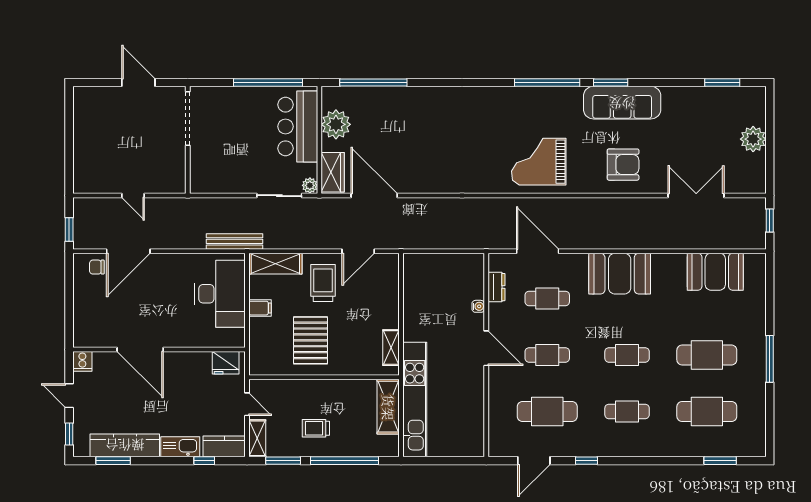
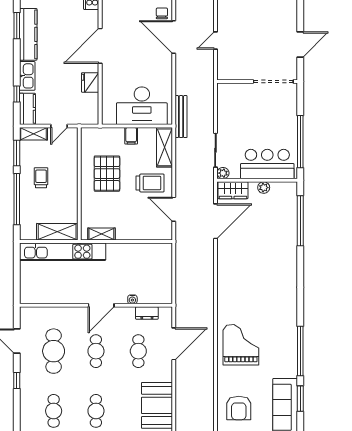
plant: (336, 124) -> (264, 188), width x0.53, depth x0.53
pallet: (310, 340) -> (107, 174), turned 90
fridge: (226, 363) -> (90, 82), moved

